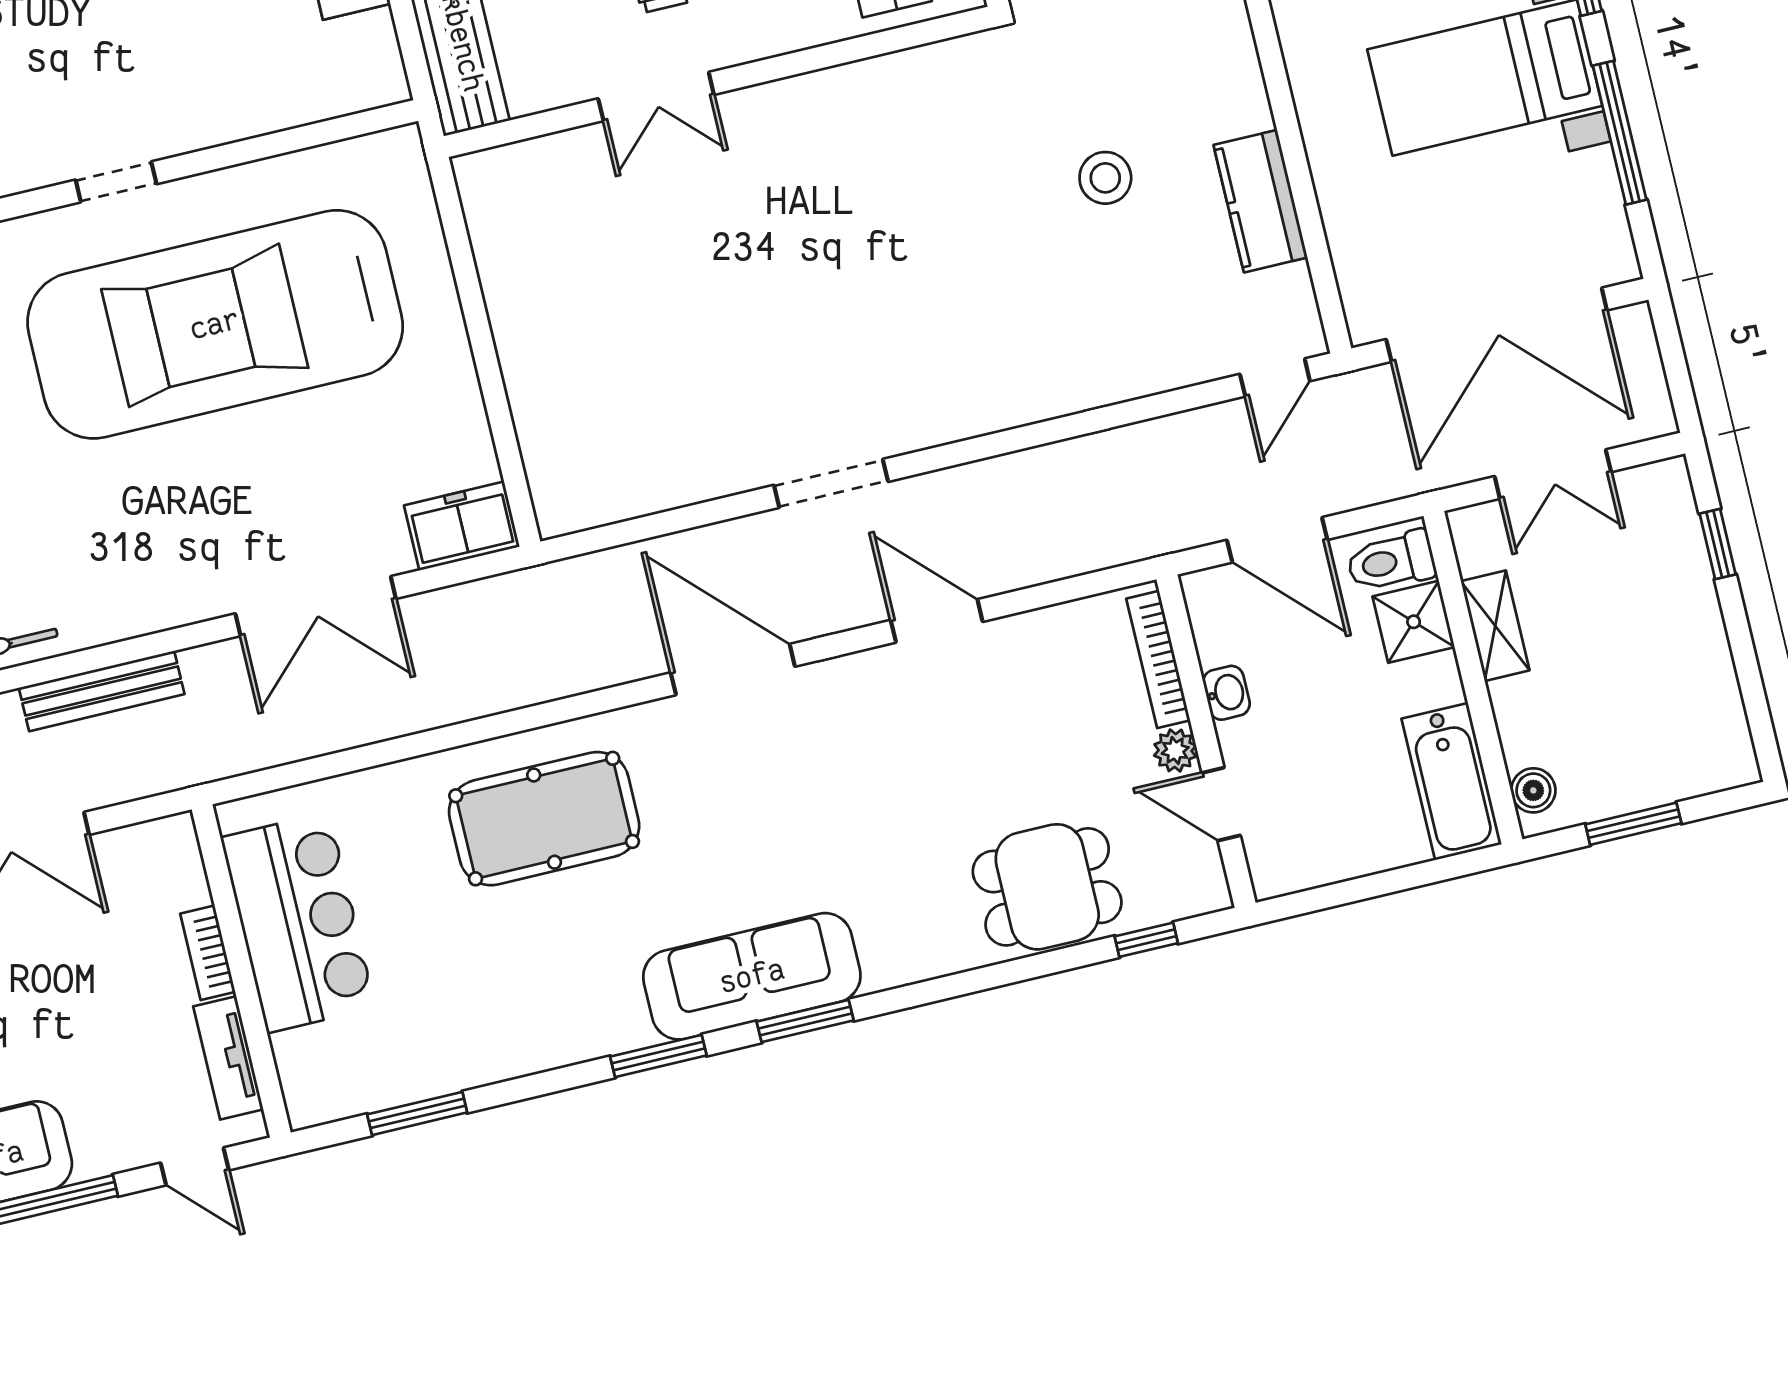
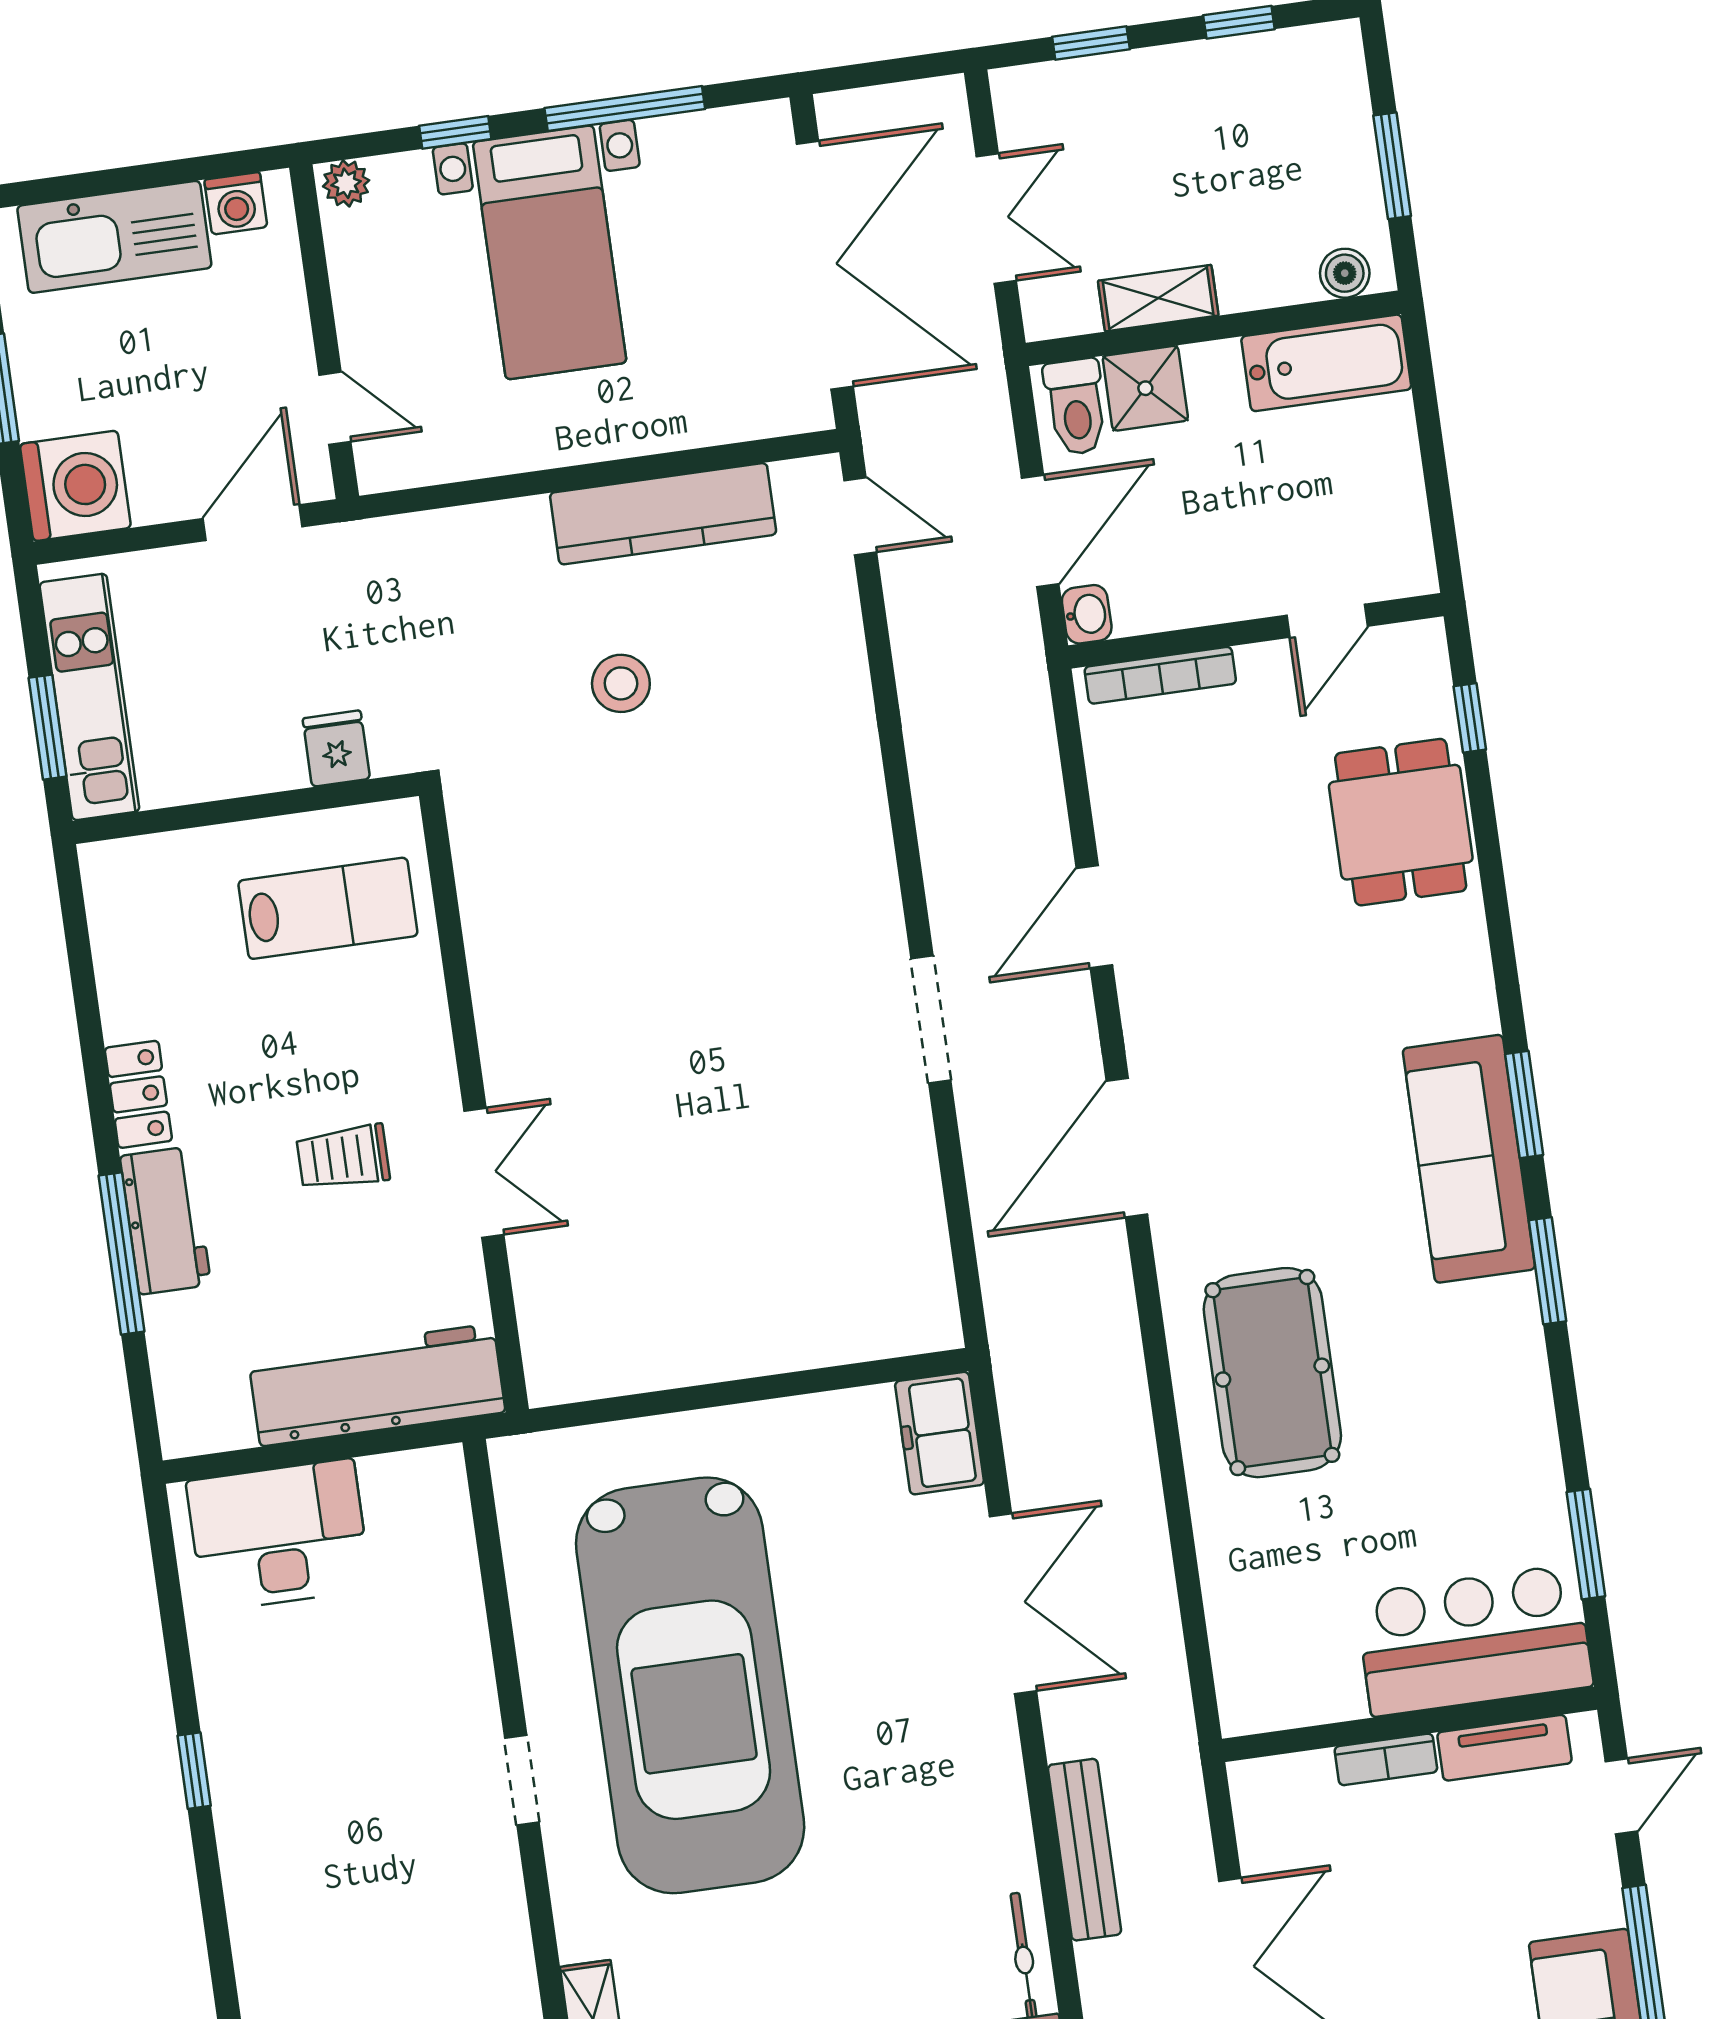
kitchen counter: (1261, 201) -> (663, 514), width x1.50
window: (1749, 675) -> (1239, 22), added
washbasin: (1226, 693) -> (1087, 614), moved, turned 90
plant: (1175, 750) -> (1263, 666), removed
bar counter: (298, 922) -> (1474, 1640), moved

